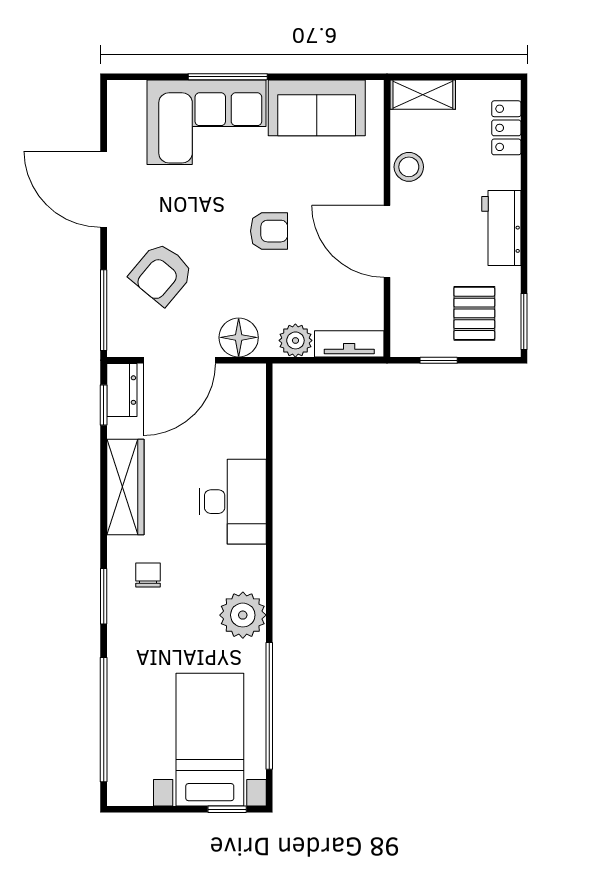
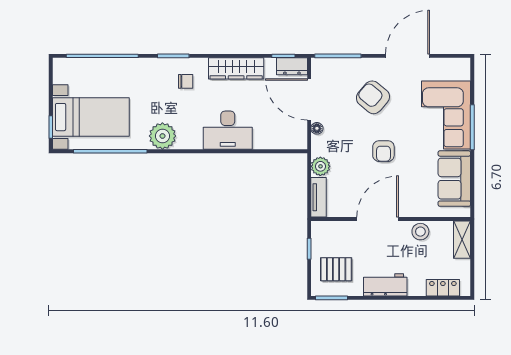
armchair: (162, 274) -> (373, 97), moved
floor lamp: (239, 337) -> (317, 128), width x0.53, depth x0.53

